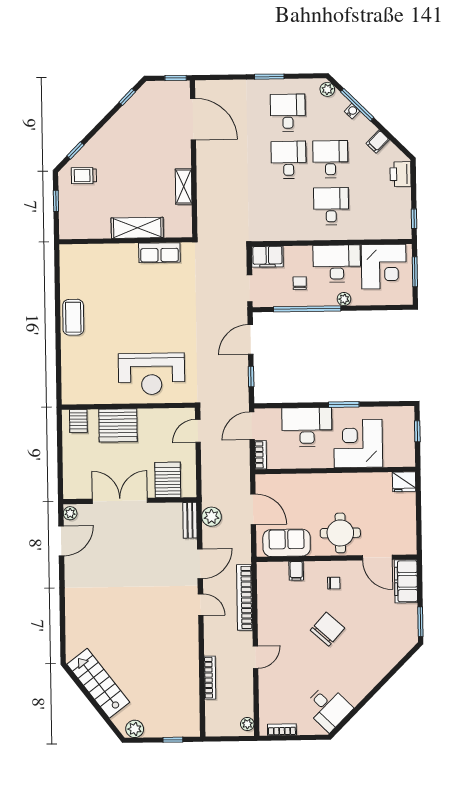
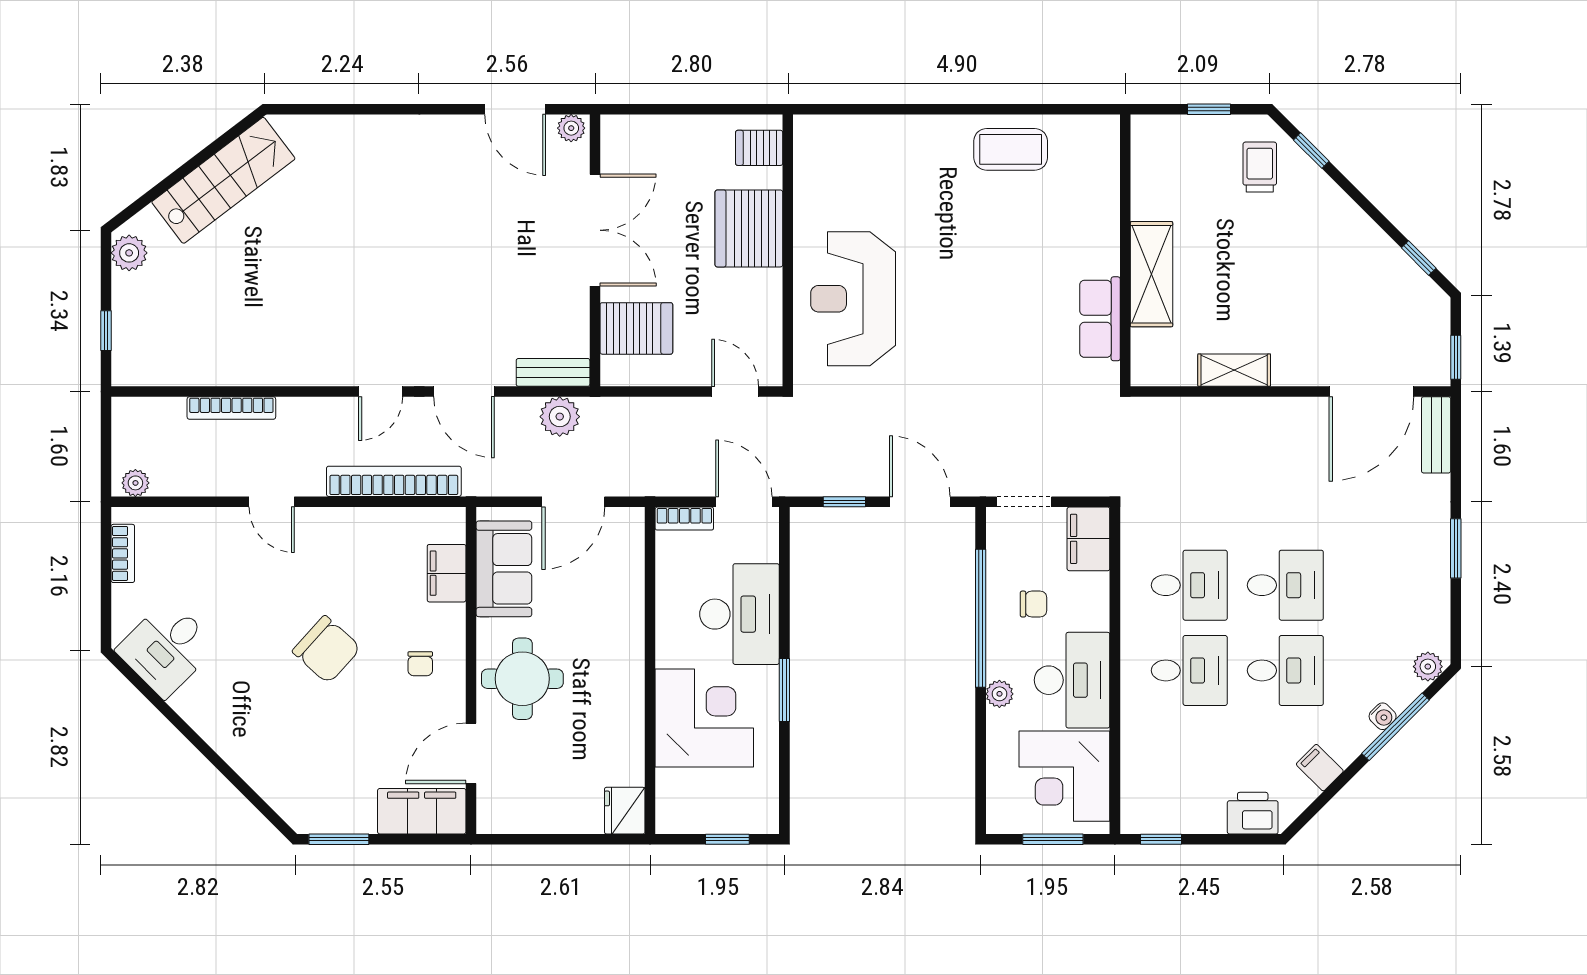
bench: (214, 87) -> (1436, 435), added
desk: (288, 113) -> (1189, 585), moved
coffee table: (73, 317) -> (1011, 149), moved
filing cabinet: (296, 571) -> (447, 573), width x2.00

